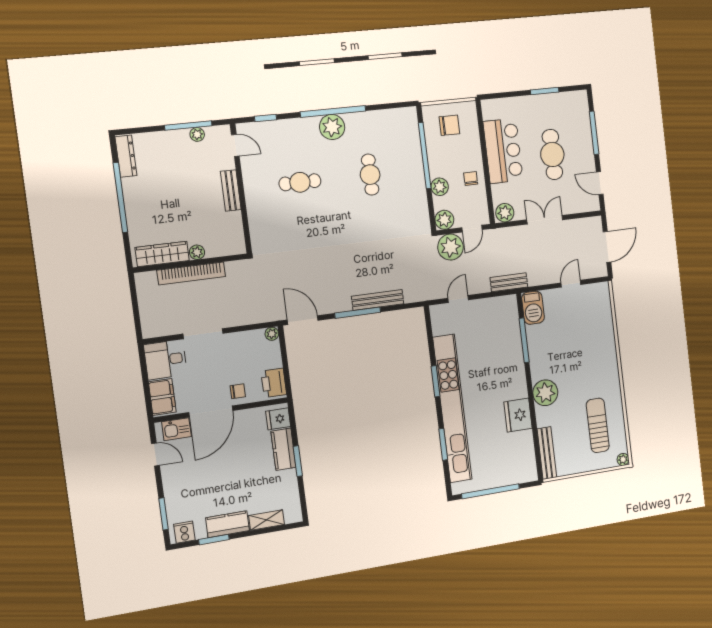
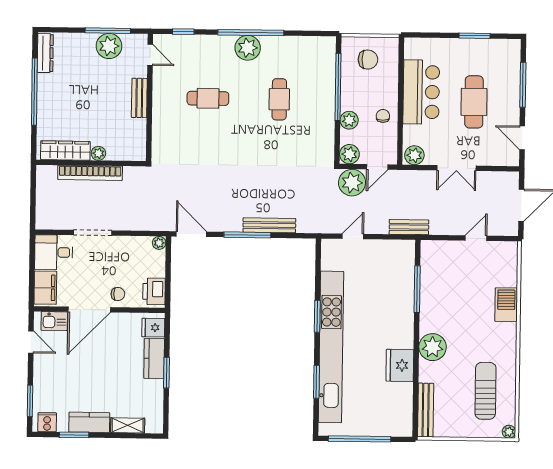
plant: (197, 134) -> (109, 46), width x1.87, depth x1.87
double door: (545, 220) -> (456, 168), swing flipped
barbecue: (533, 308) -> (506, 305), moved, turned 180

